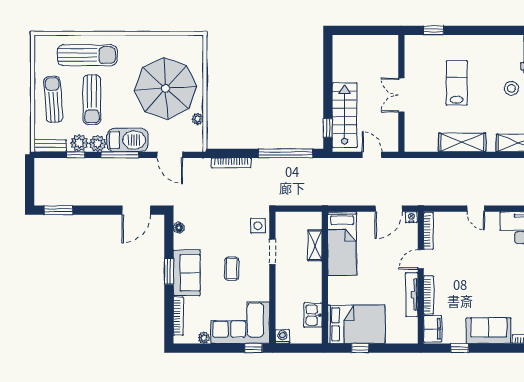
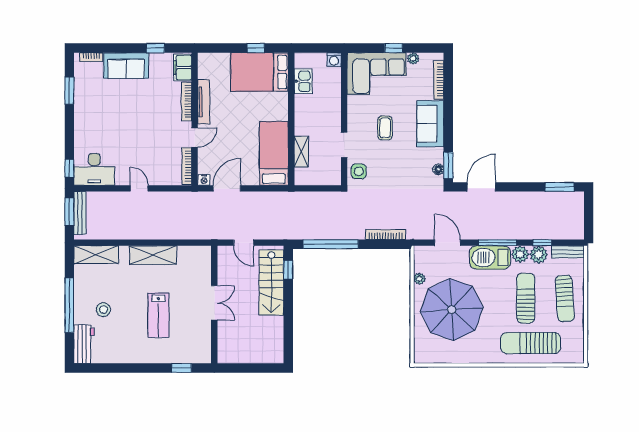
window: (169, 271) -> (448, 165), moved
window: (253, 348) -> (394, 48), moved

